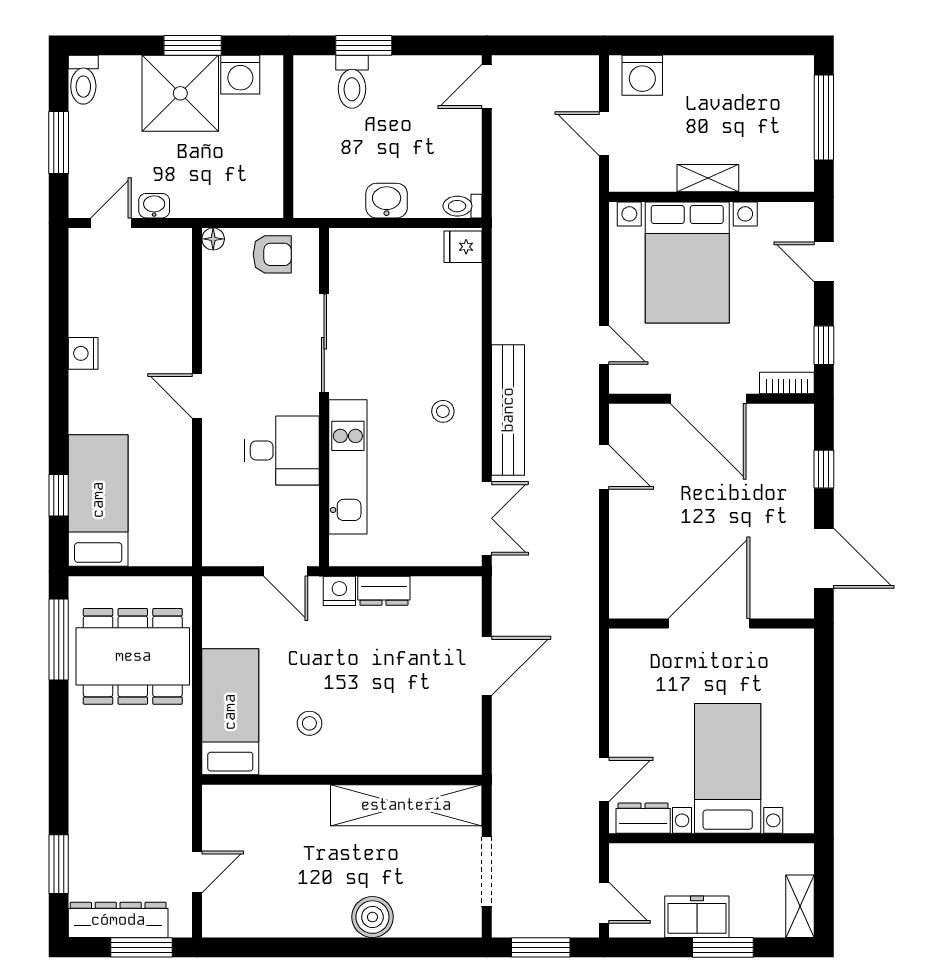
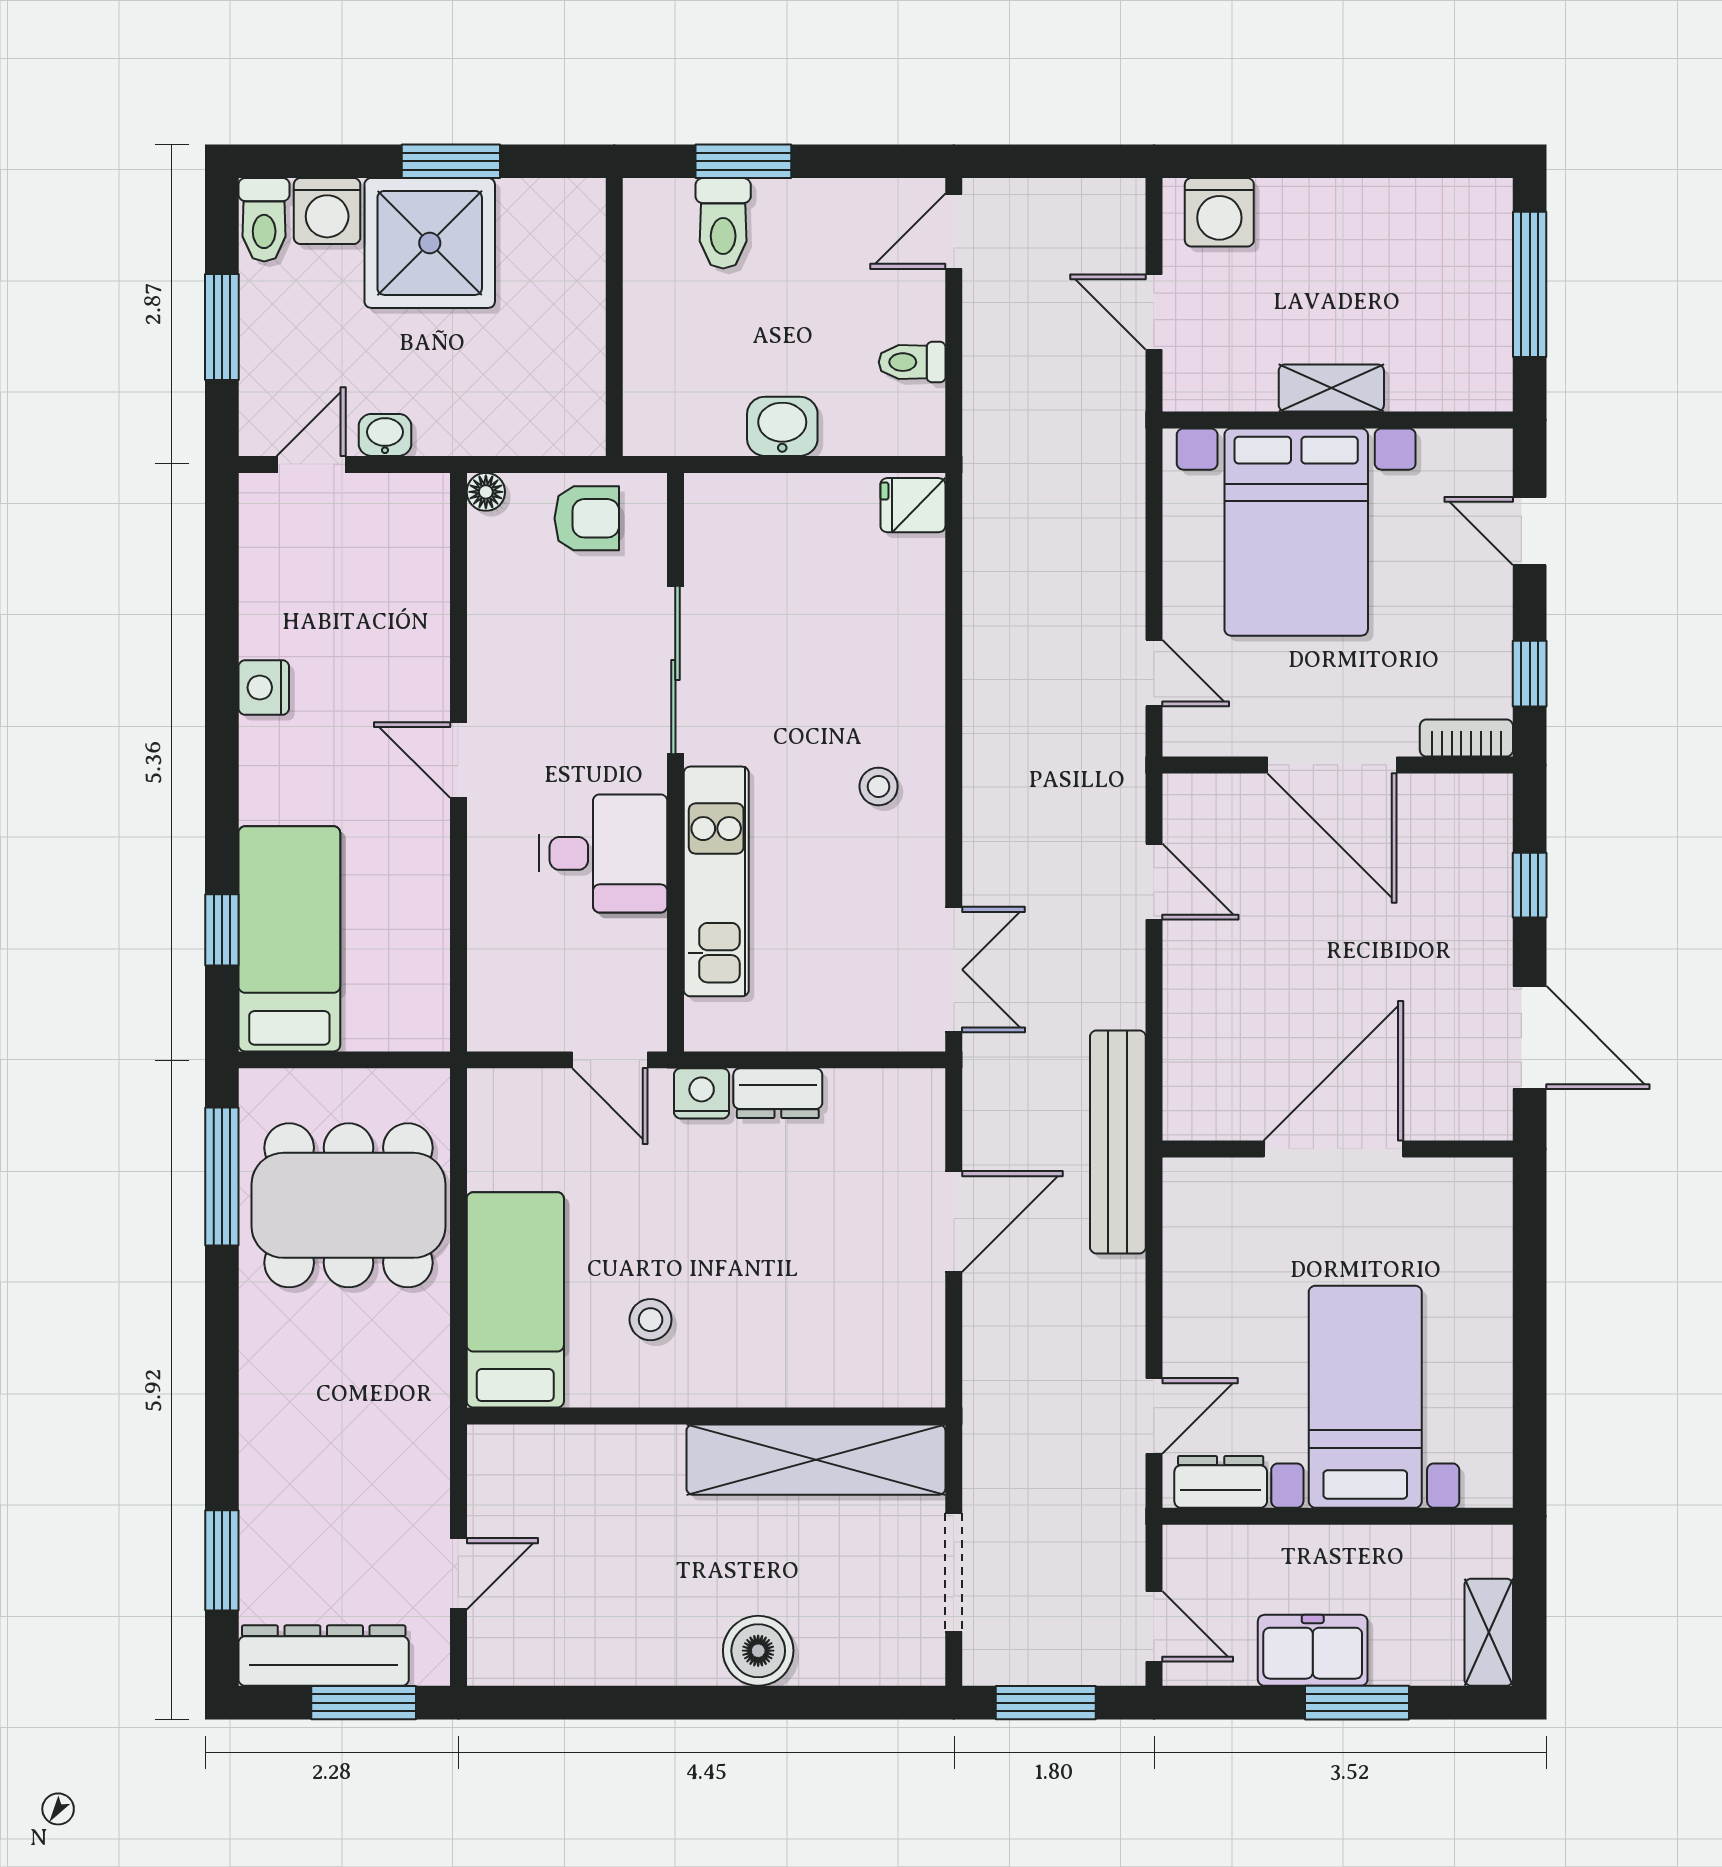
washing machine: (240, 75) -> (327, 211), moved
toilet: (463, 206) -> (912, 362), moved
bench: (508, 410) -> (1118, 1142), moved

